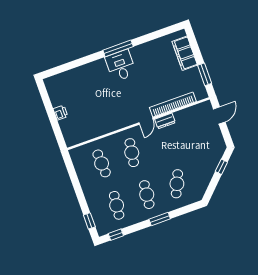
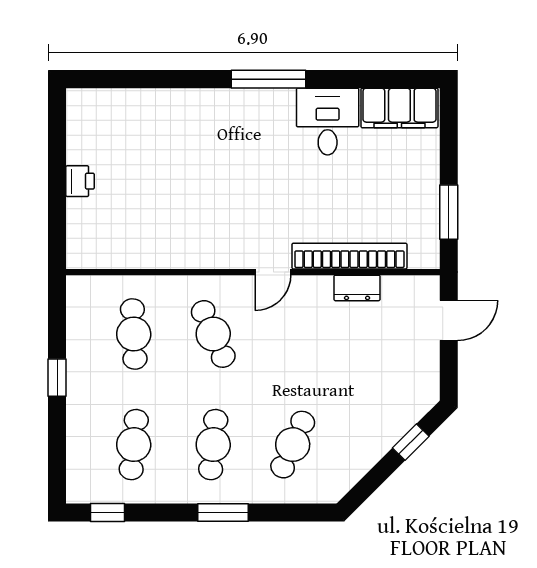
filing cabinet: (185, 53) -> (399, 108), moved, turned -90
desk: (121, 66) -> (328, 122), moved
dresser: (165, 121) -> (357, 288), moved
cafe table: (132, 153) -> (213, 334), turned -33
window: (89, 221) -> (57, 378), moved

